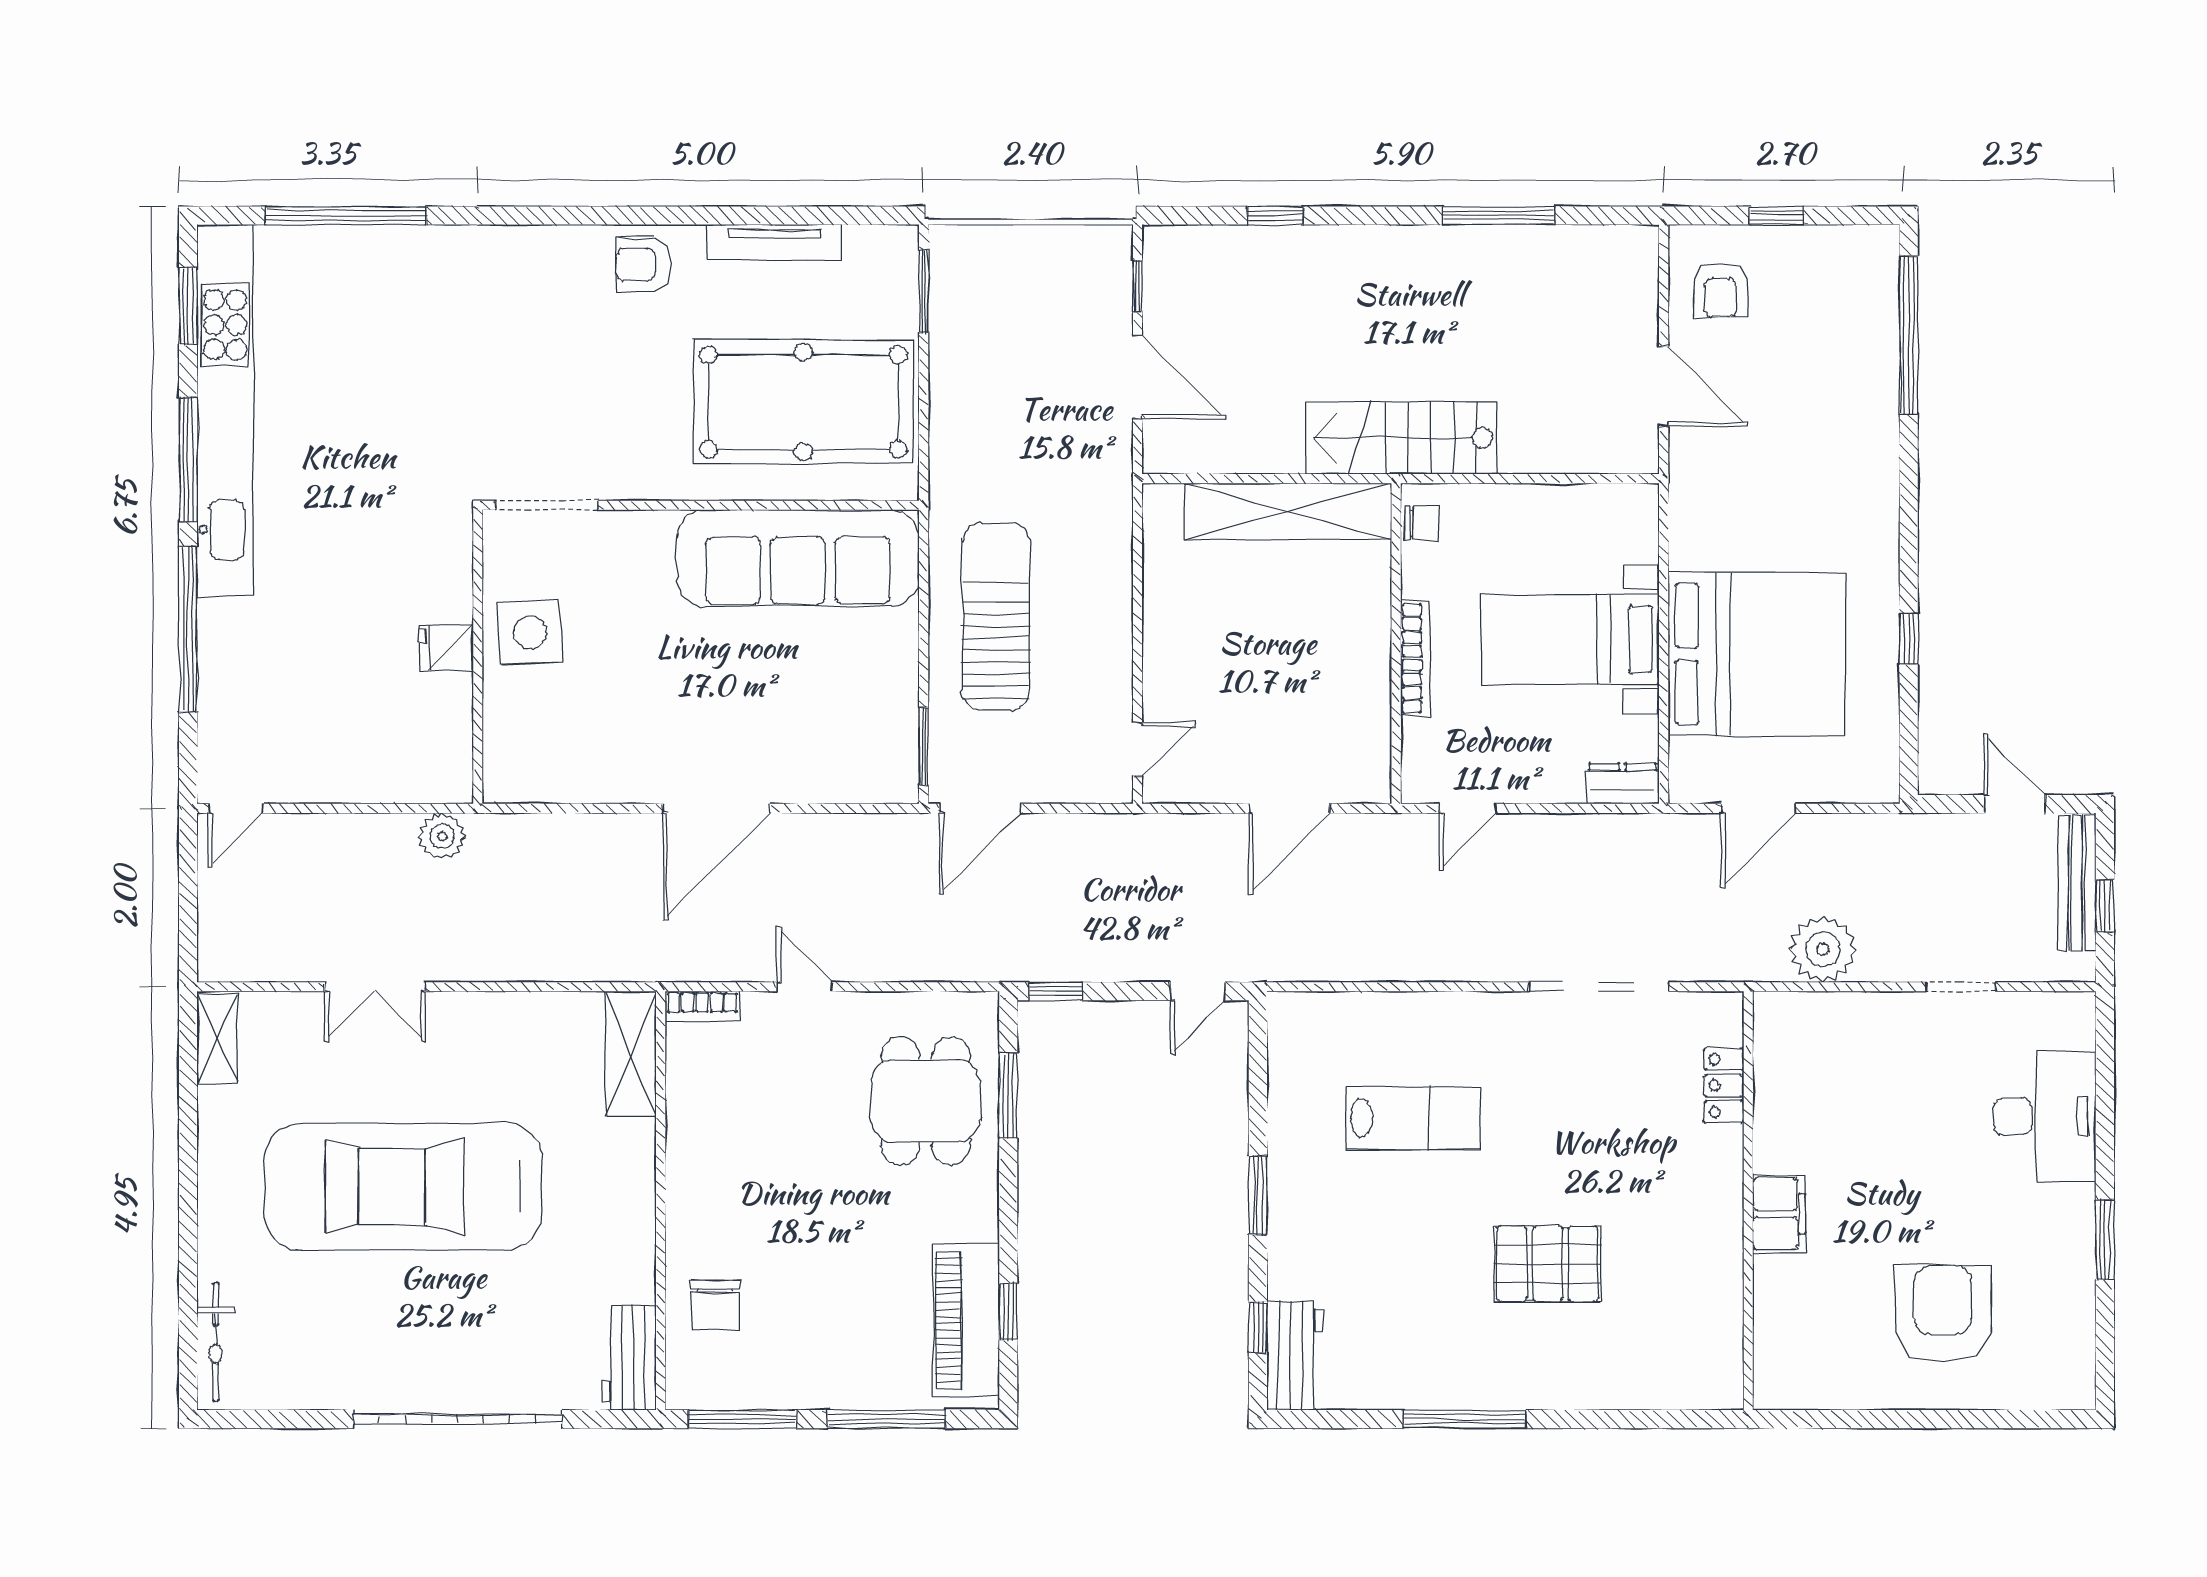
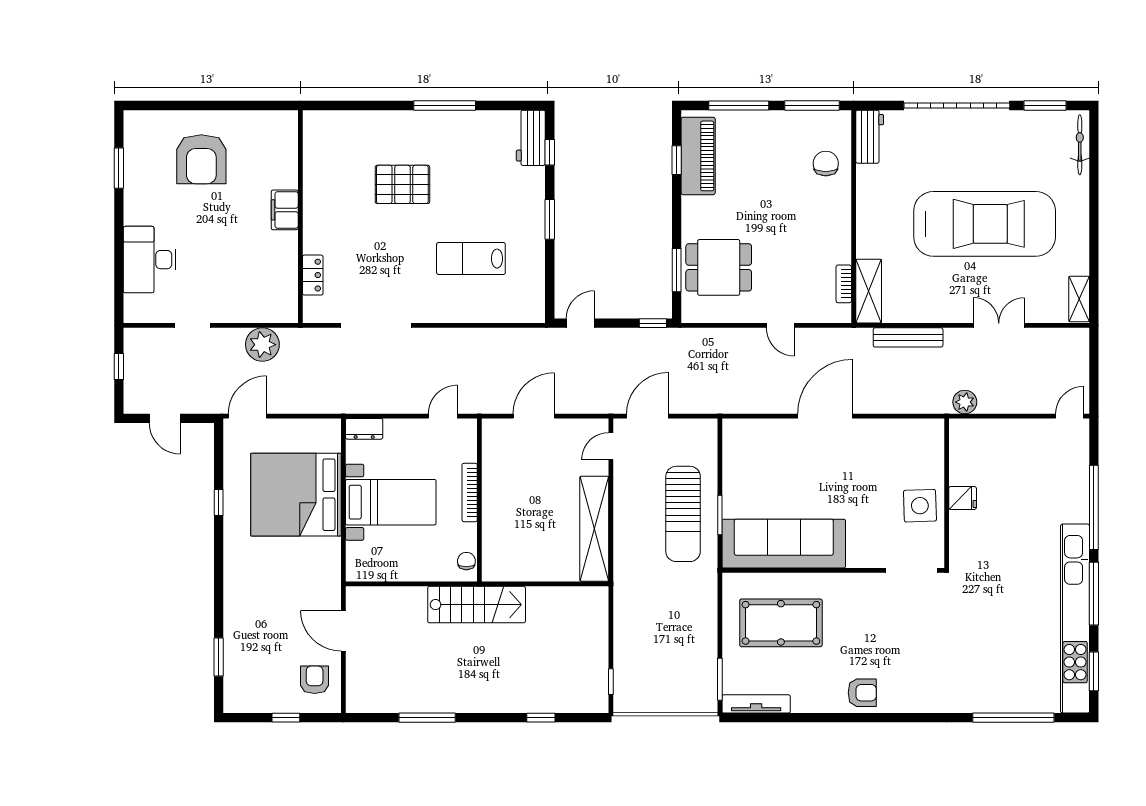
tv unit: (775, 243) -> (756, 704), moved
window: (1909, 335) -> (219, 657), width x0.47
door: (1138, 377) -> (611, 636), removed
pool table: (803, 402) -> (781, 623), width x0.73, depth x0.76
shelving: (1288, 511) -> (594, 529), moved, turned 90
chair: (1422, 523) -> (466, 561), turned 90
window: (924, 746) -> (720, 515), moved
door: (980, 808) -> (647, 416), moved
door: (1758, 808) -> (247, 416), moved
bench: (2077, 883) -> (908, 337), moved, turned 90
bookcase: (702, 1006) -> (844, 284), moved, turned -90
dining table: (926, 1101) -> (719, 267), turned 90
window: (2105, 1240) -> (119, 168), moved
window: (284, 1419) -> (1045, 105), added

